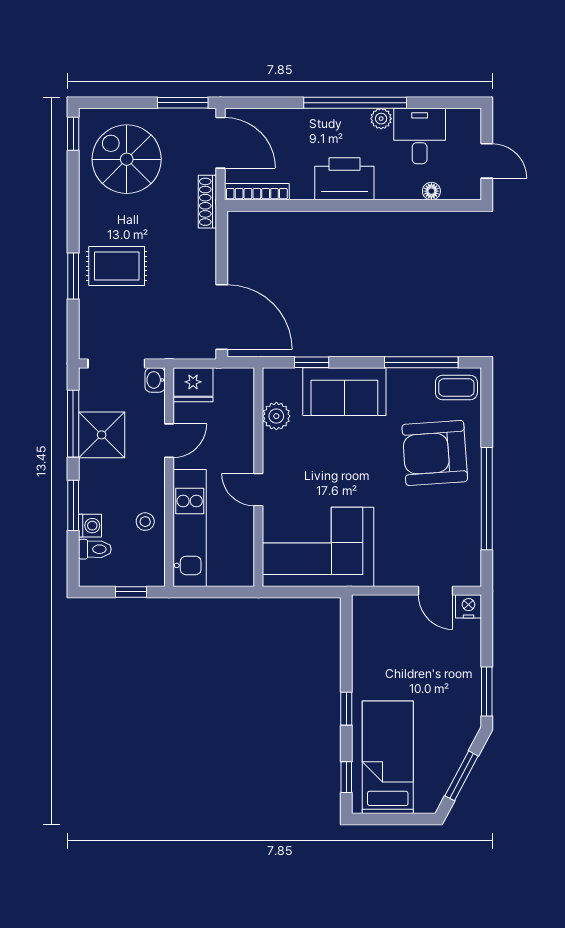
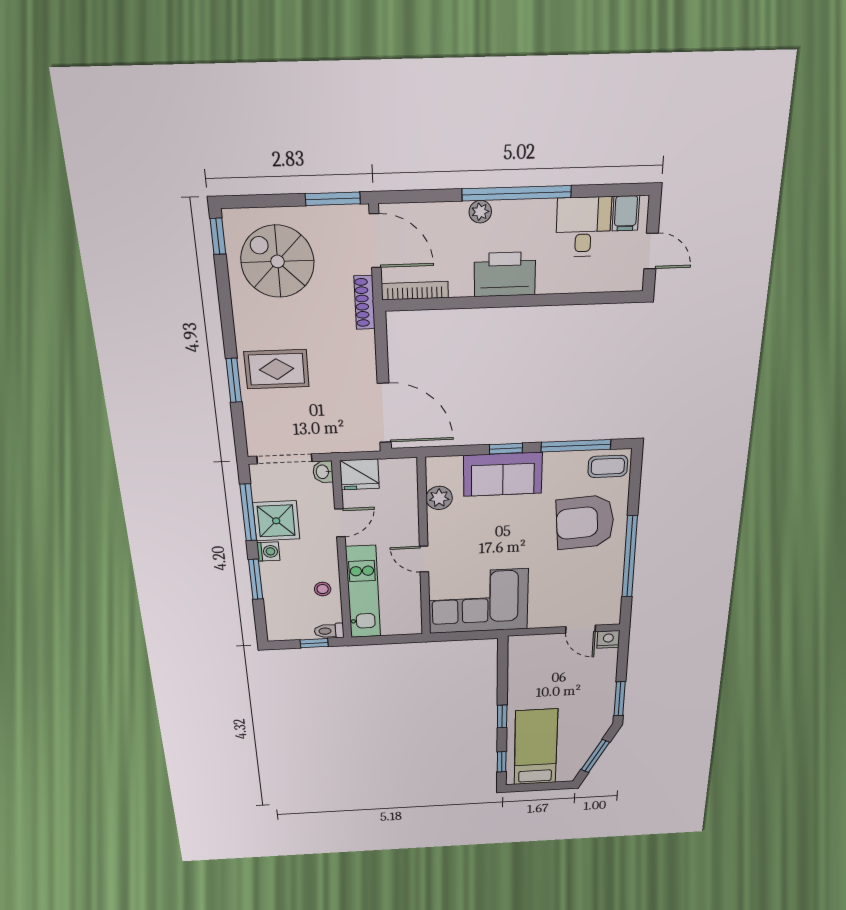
plant: (381, 119) -> (480, 212), moved
filing cabinet: (460, 124) -> (626, 213), added
floor lamp: (431, 191) -> (593, 284), removed
window: (312, 362) -> (506, 449), moved
washing machine: (90, 526) -> (268, 551), moved
toilet: (95, 549) -> (329, 631), moved, turned 180

